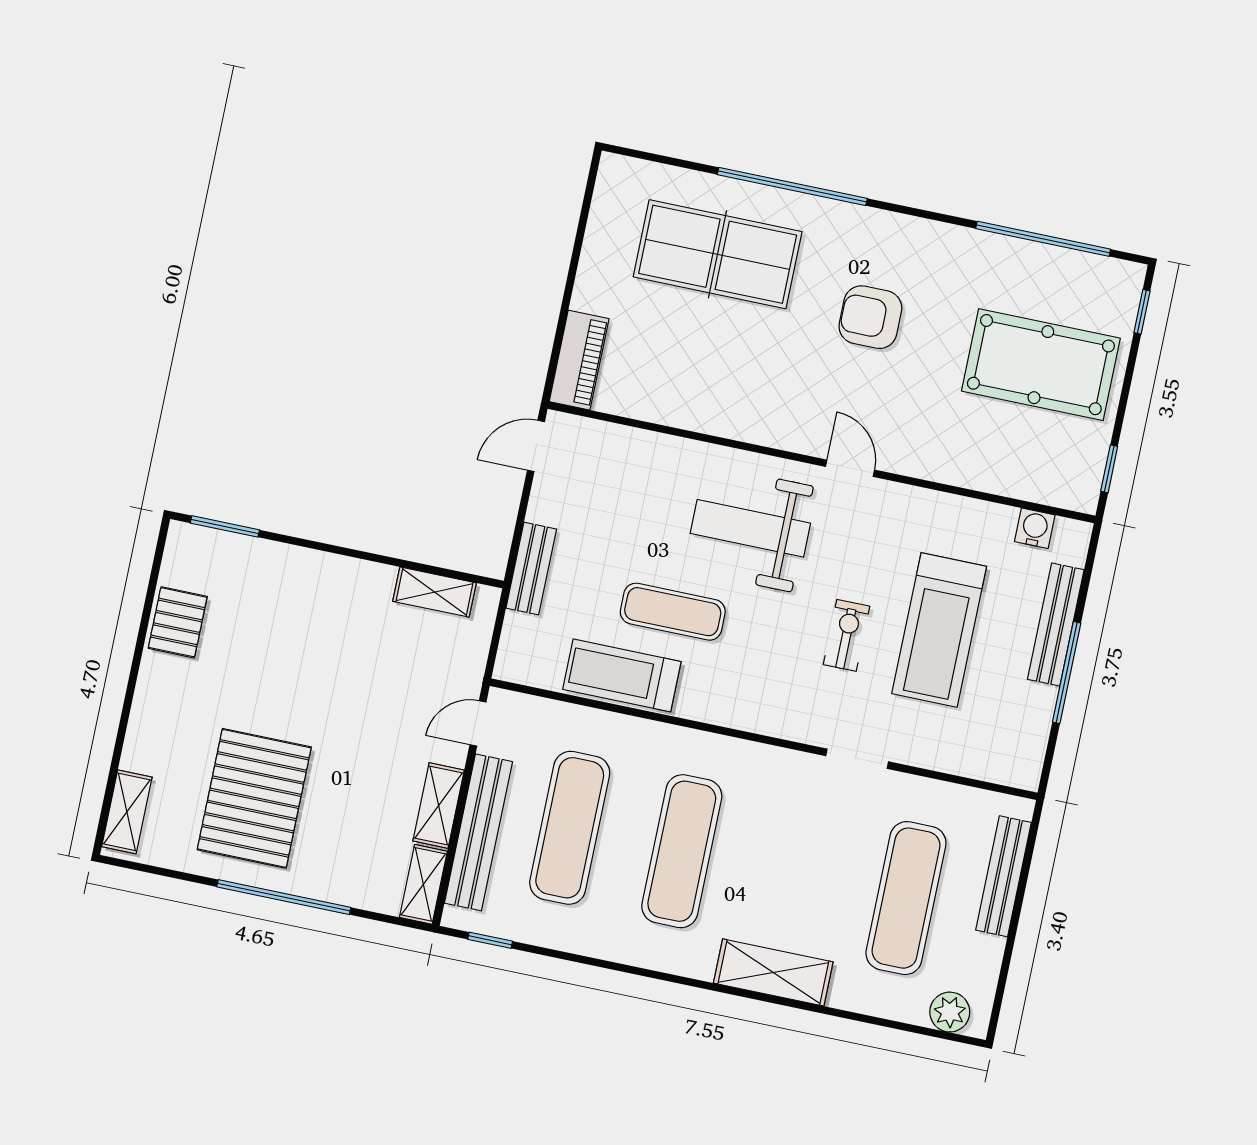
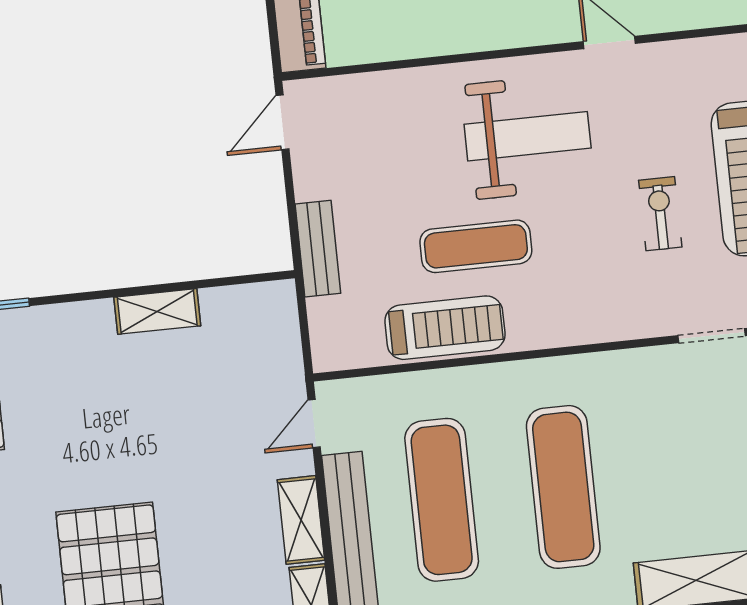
weight bench: (750, 528) -> (528, 136), turned 180
shelving: (434, 592) -> (157, 311), moved
treadmill: (622, 675) -> (445, 328), turned 180

